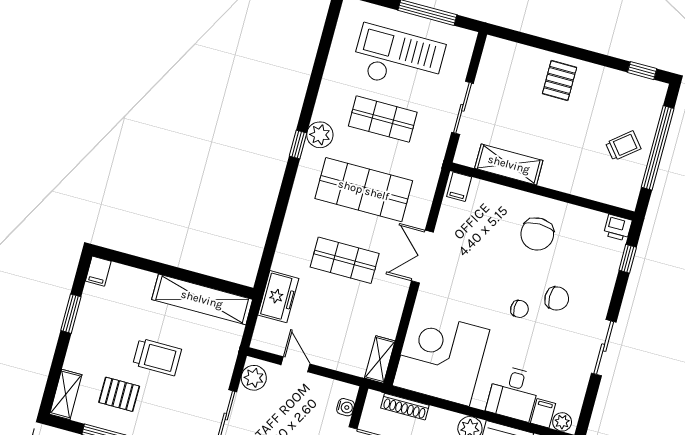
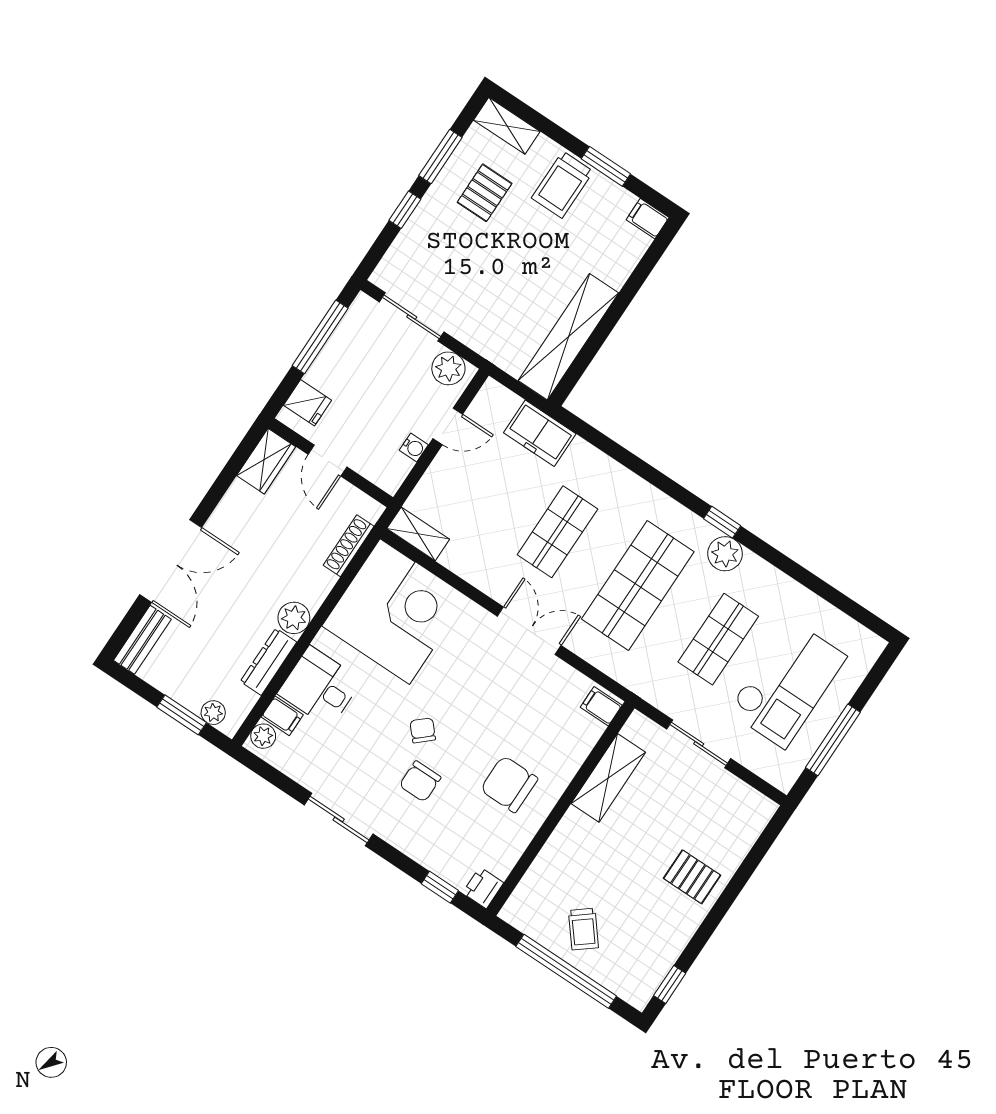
chair: (520, 309) -> (423, 730), turned 138
trolley: (157, 357) -> (562, 185), moved
water cooler: (346, 407) -> (414, 448), moved, turned -90

